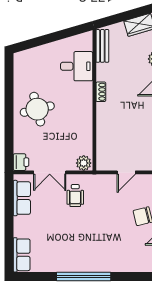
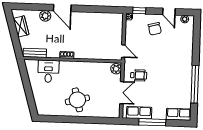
printer: (21, 162) -> (114, 112), removed
door: (126, 172) -> (123, 51), moved
window: (9, 217) -> (152, 122), added
window: (84, 276) -> (195, 84), moved

